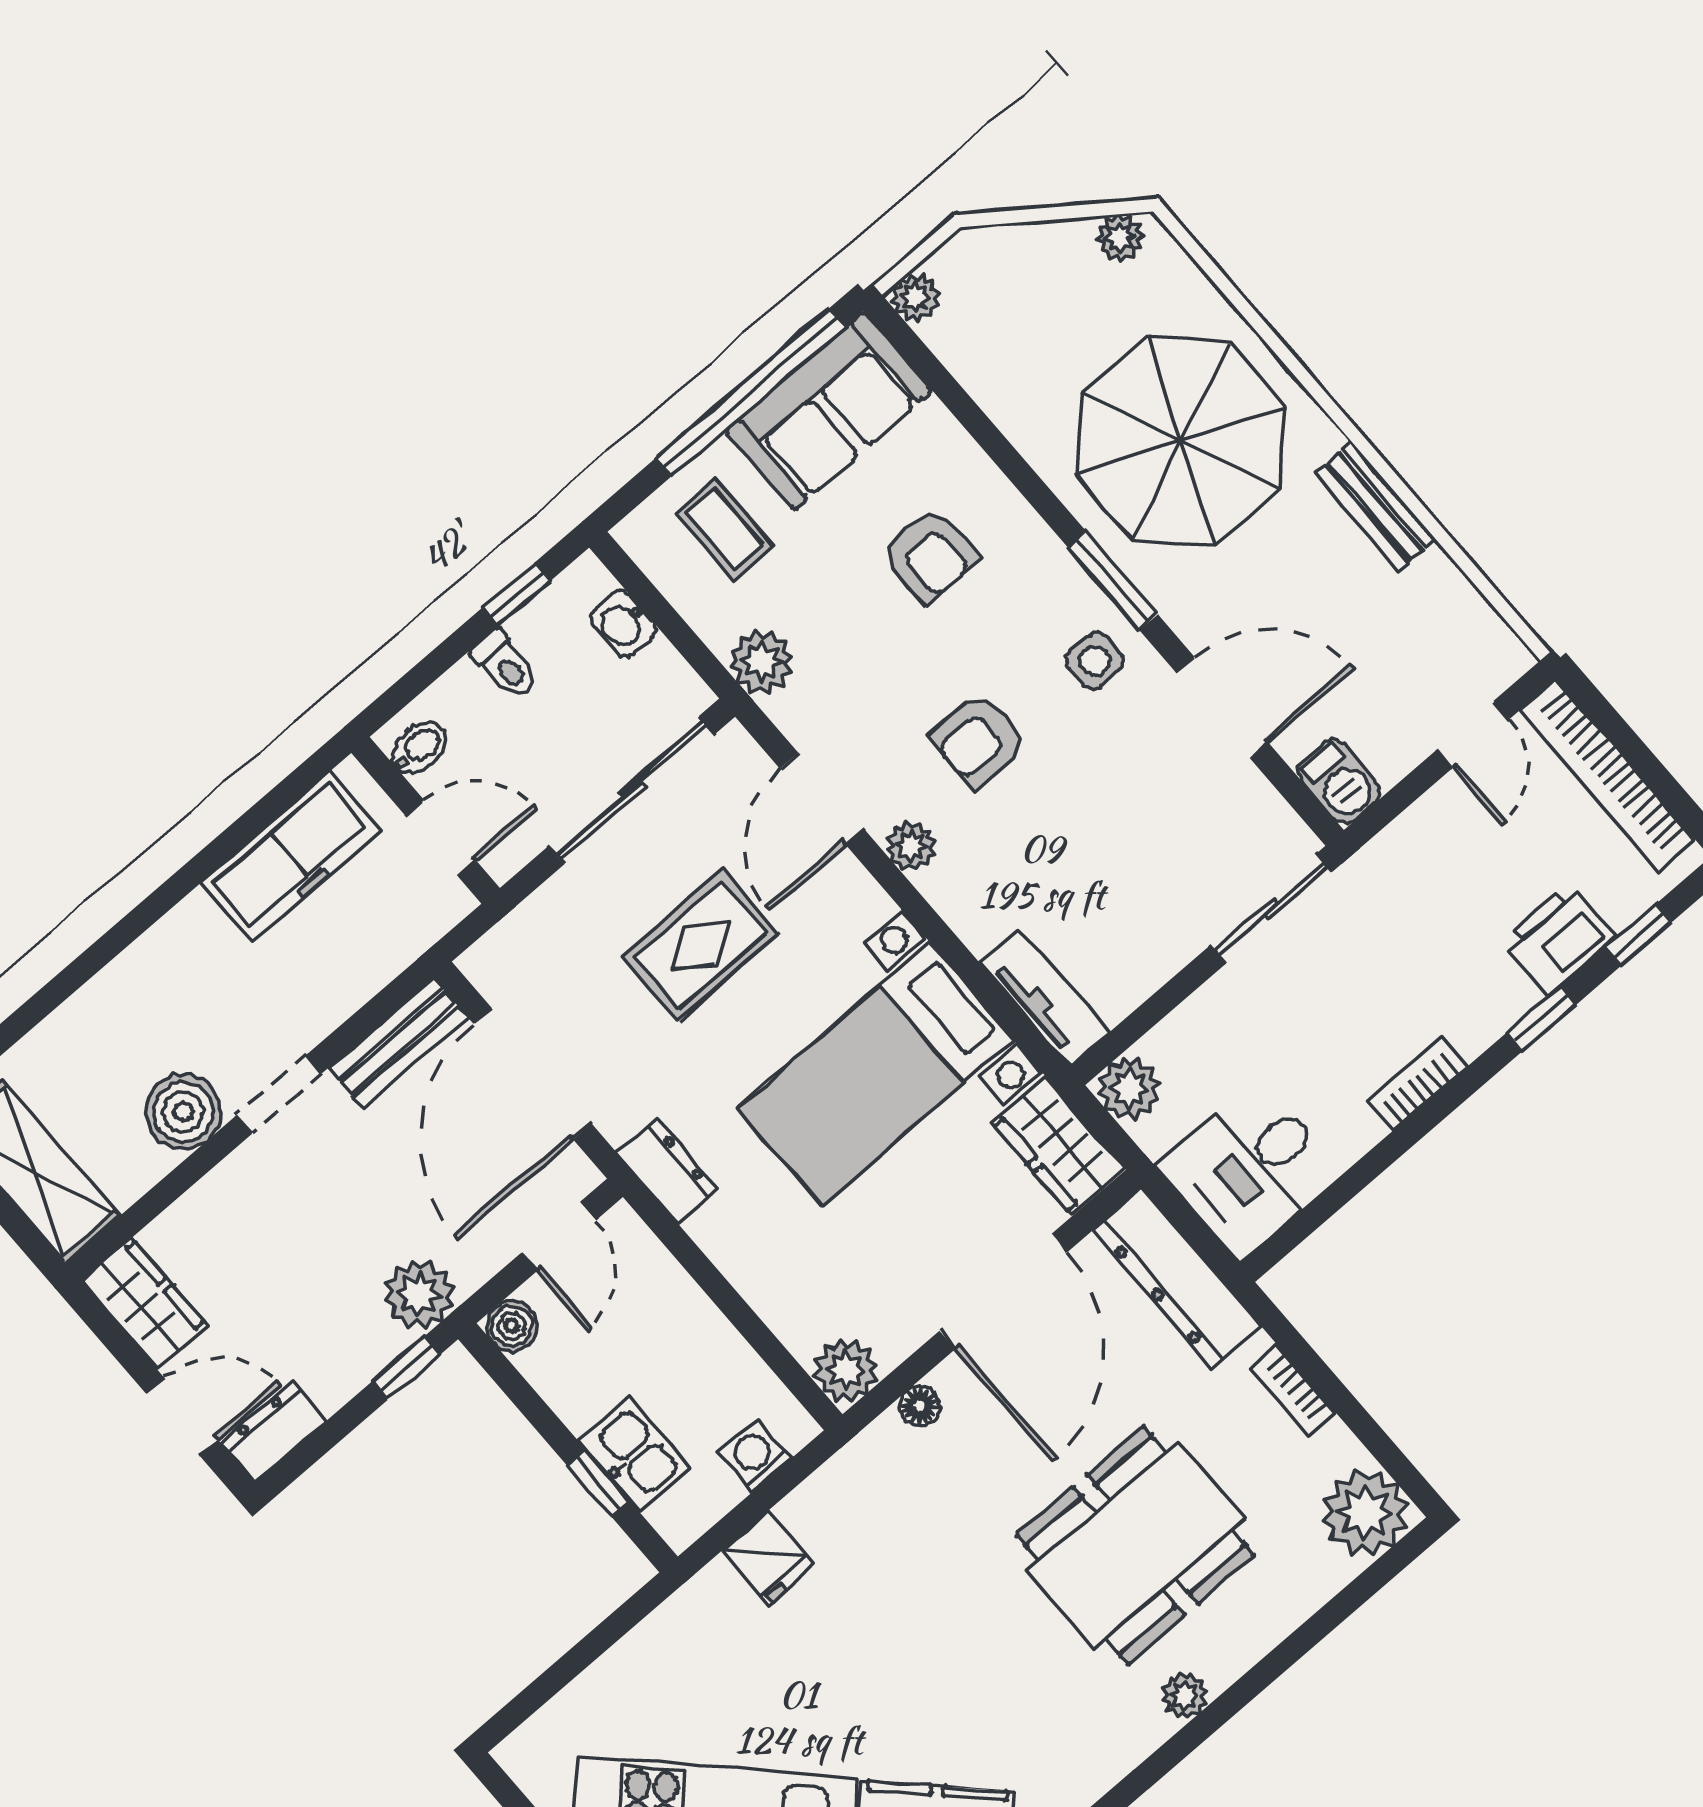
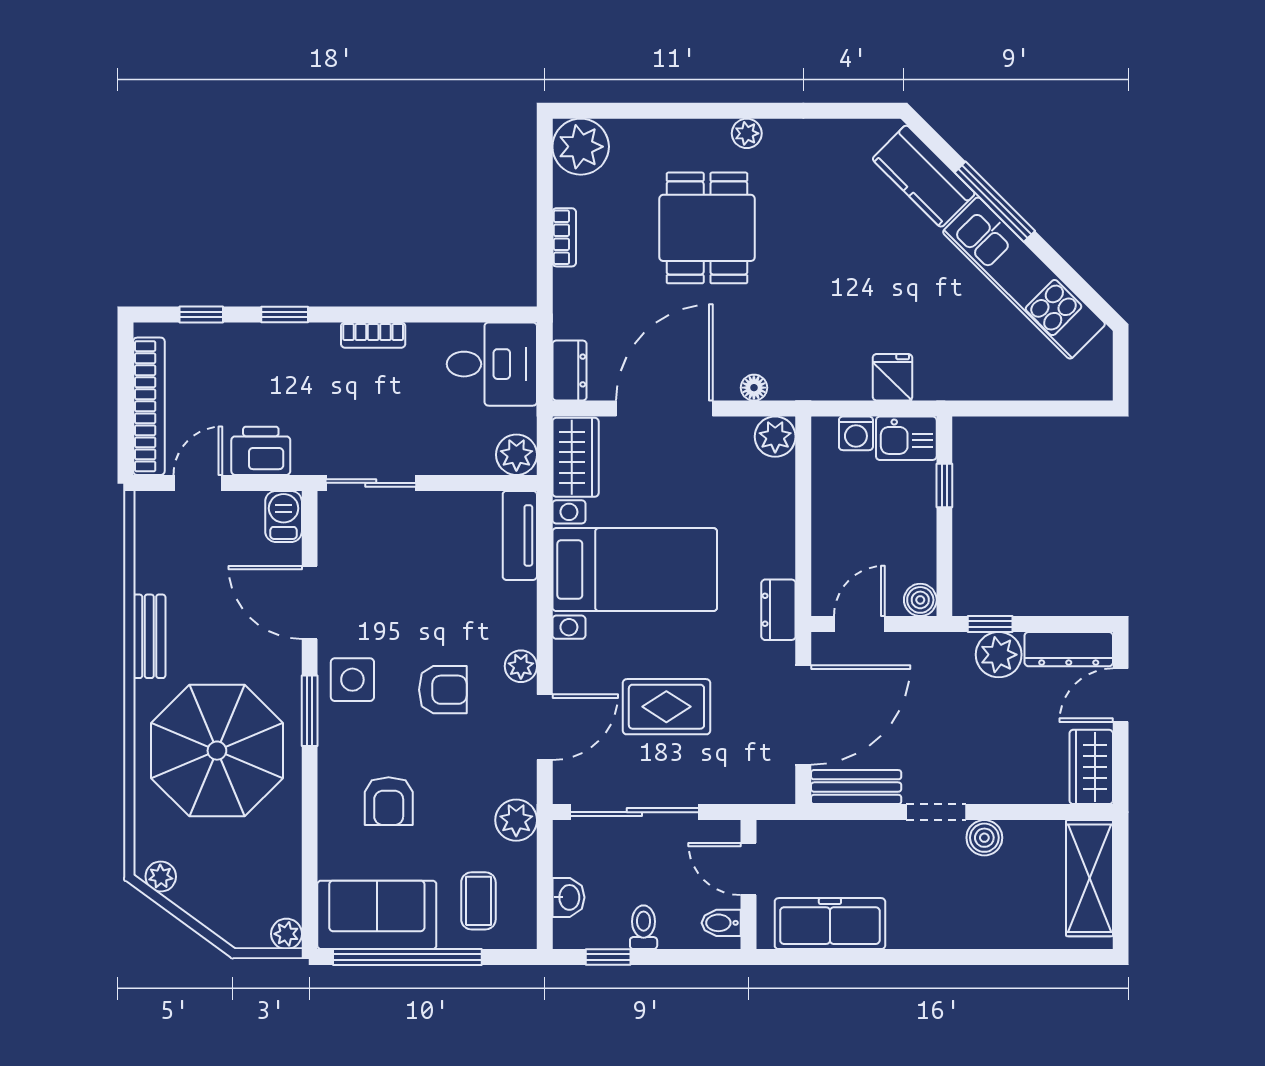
armchair: (930, 555) -> (389, 801), turned 180
side table: (1094, 661) -> (352, 680), width x1.37, depth x1.37
printer: (1558, 939) -> (261, 451), moved, turned 180
boiler: (183, 1112) -> (984, 838), width x0.73, depth x0.73
dresser: (1177, 1278) -> (570, 371), width x0.51, depth x0.80
plant: (419, 1294) -> (999, 655), moved
door: (182, 1417) -> (1121, 695), hinge flipped
dresser: (273, 1432) -> (1069, 649), width x1.44
kitchen sink: (635, 1455) -> (906, 438), moved, turned -90
dining table: (1136, 1545) -> (707, 228), width x0.73

